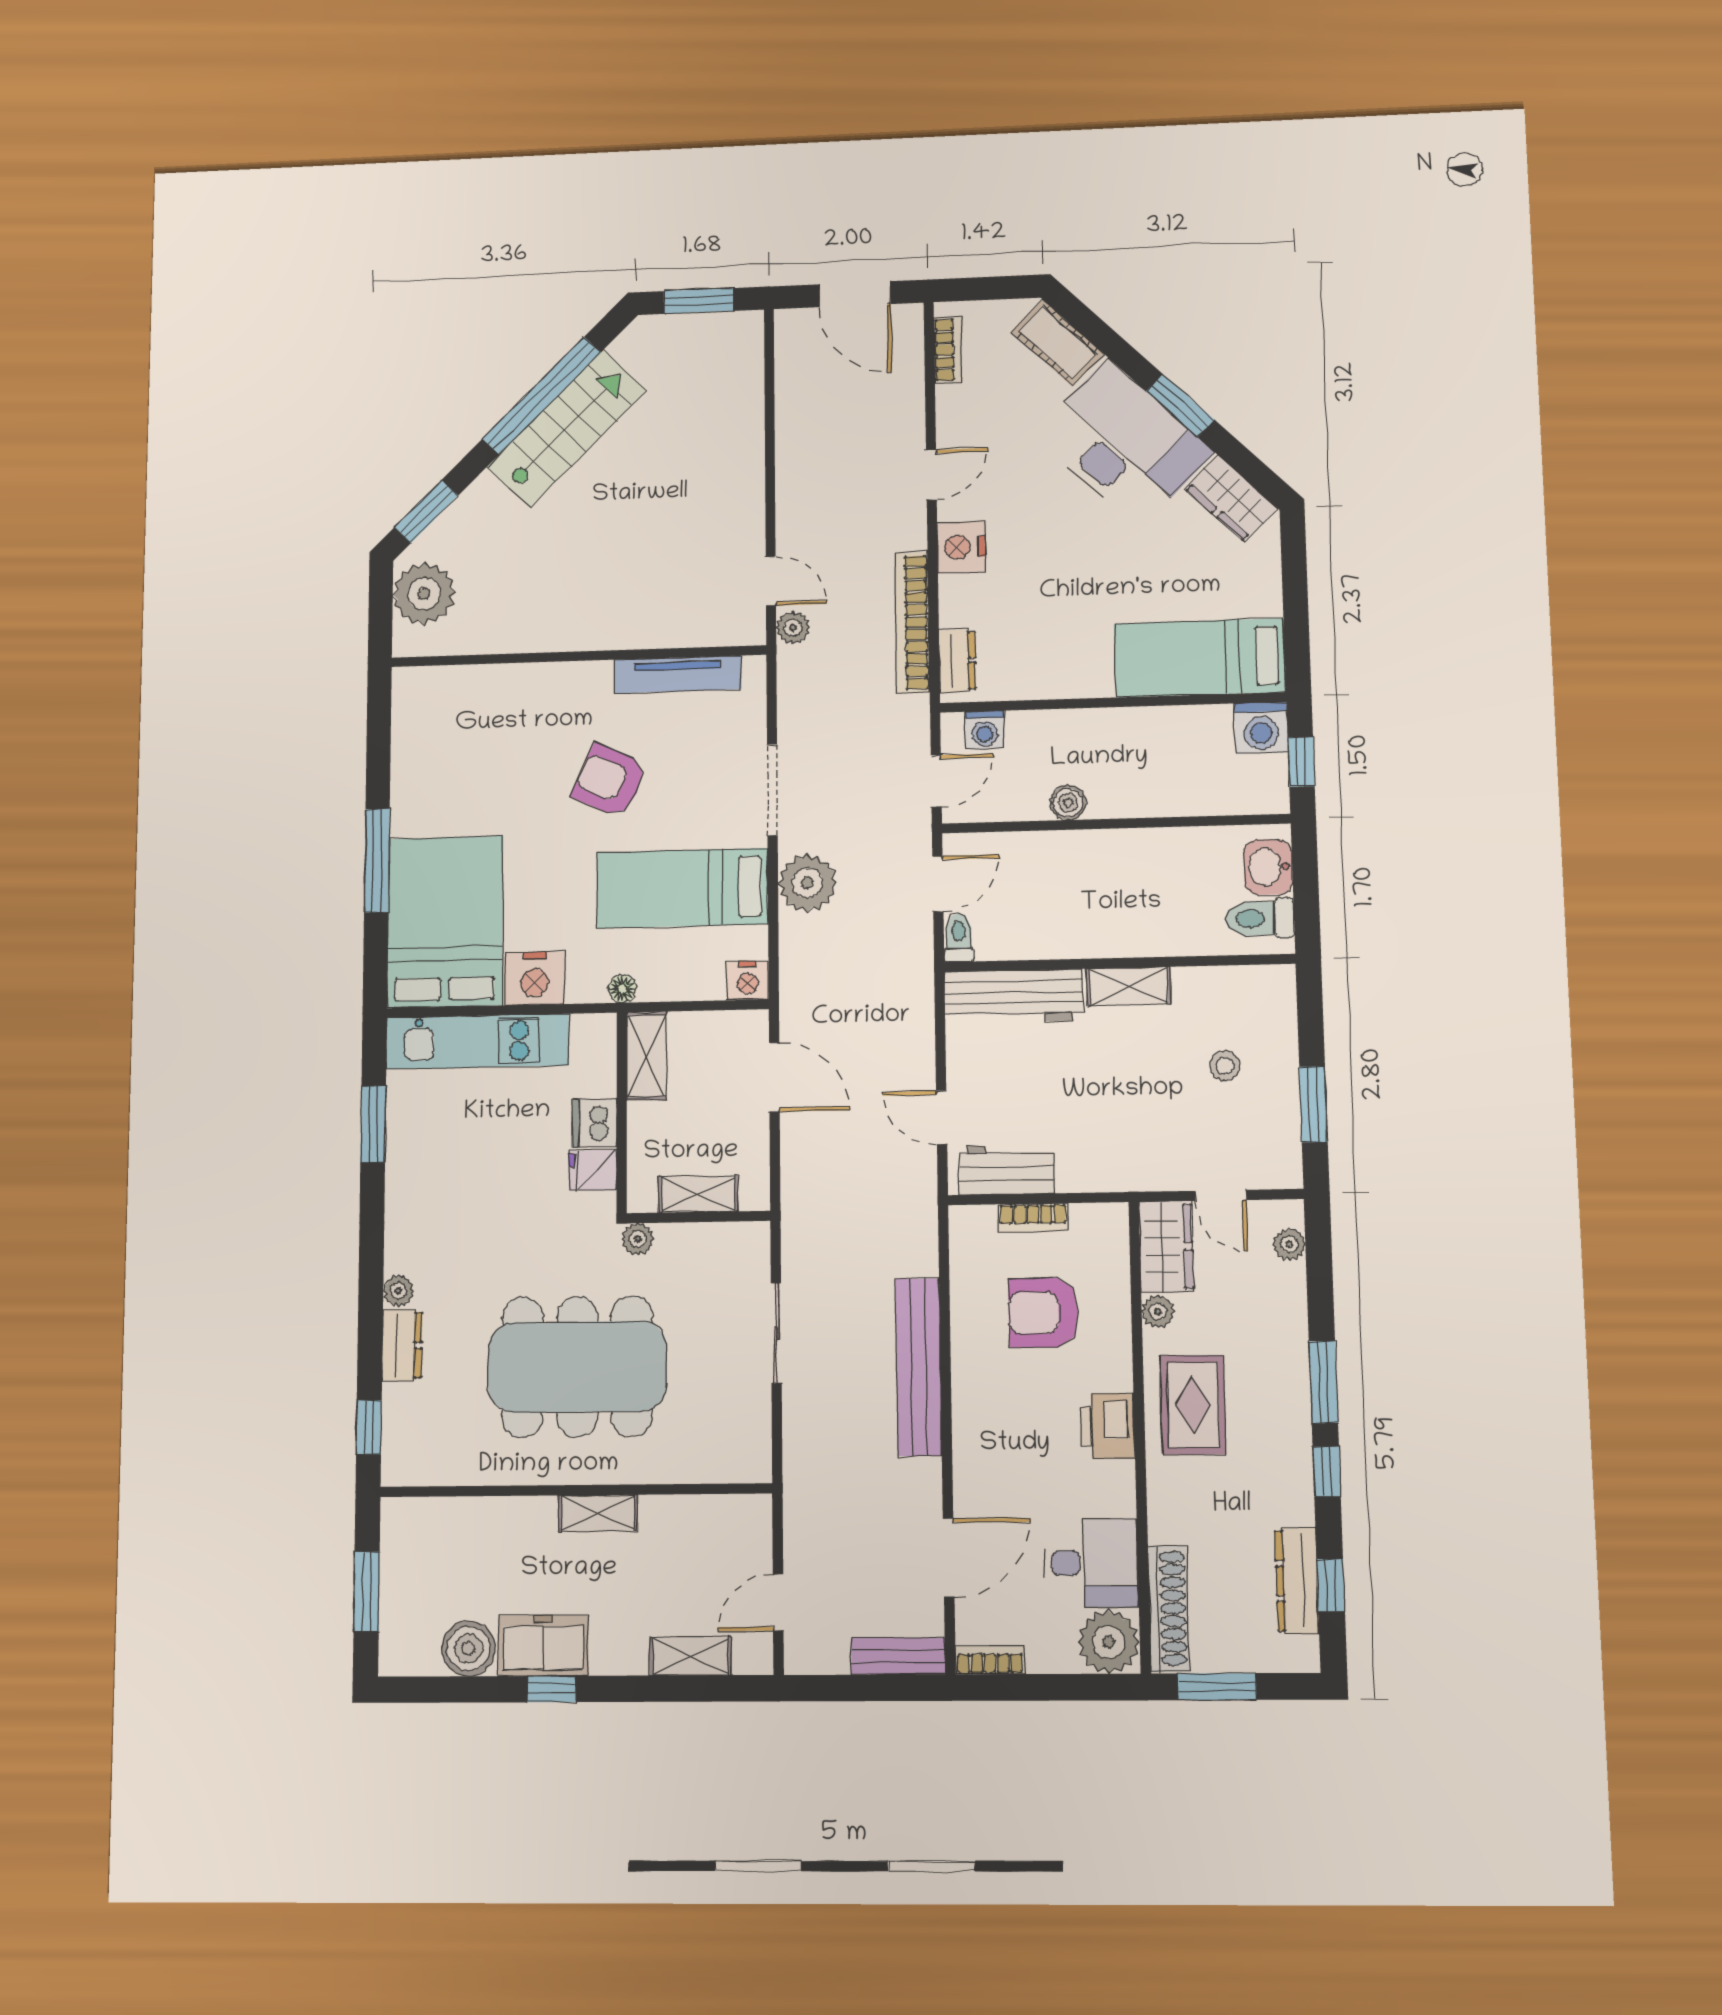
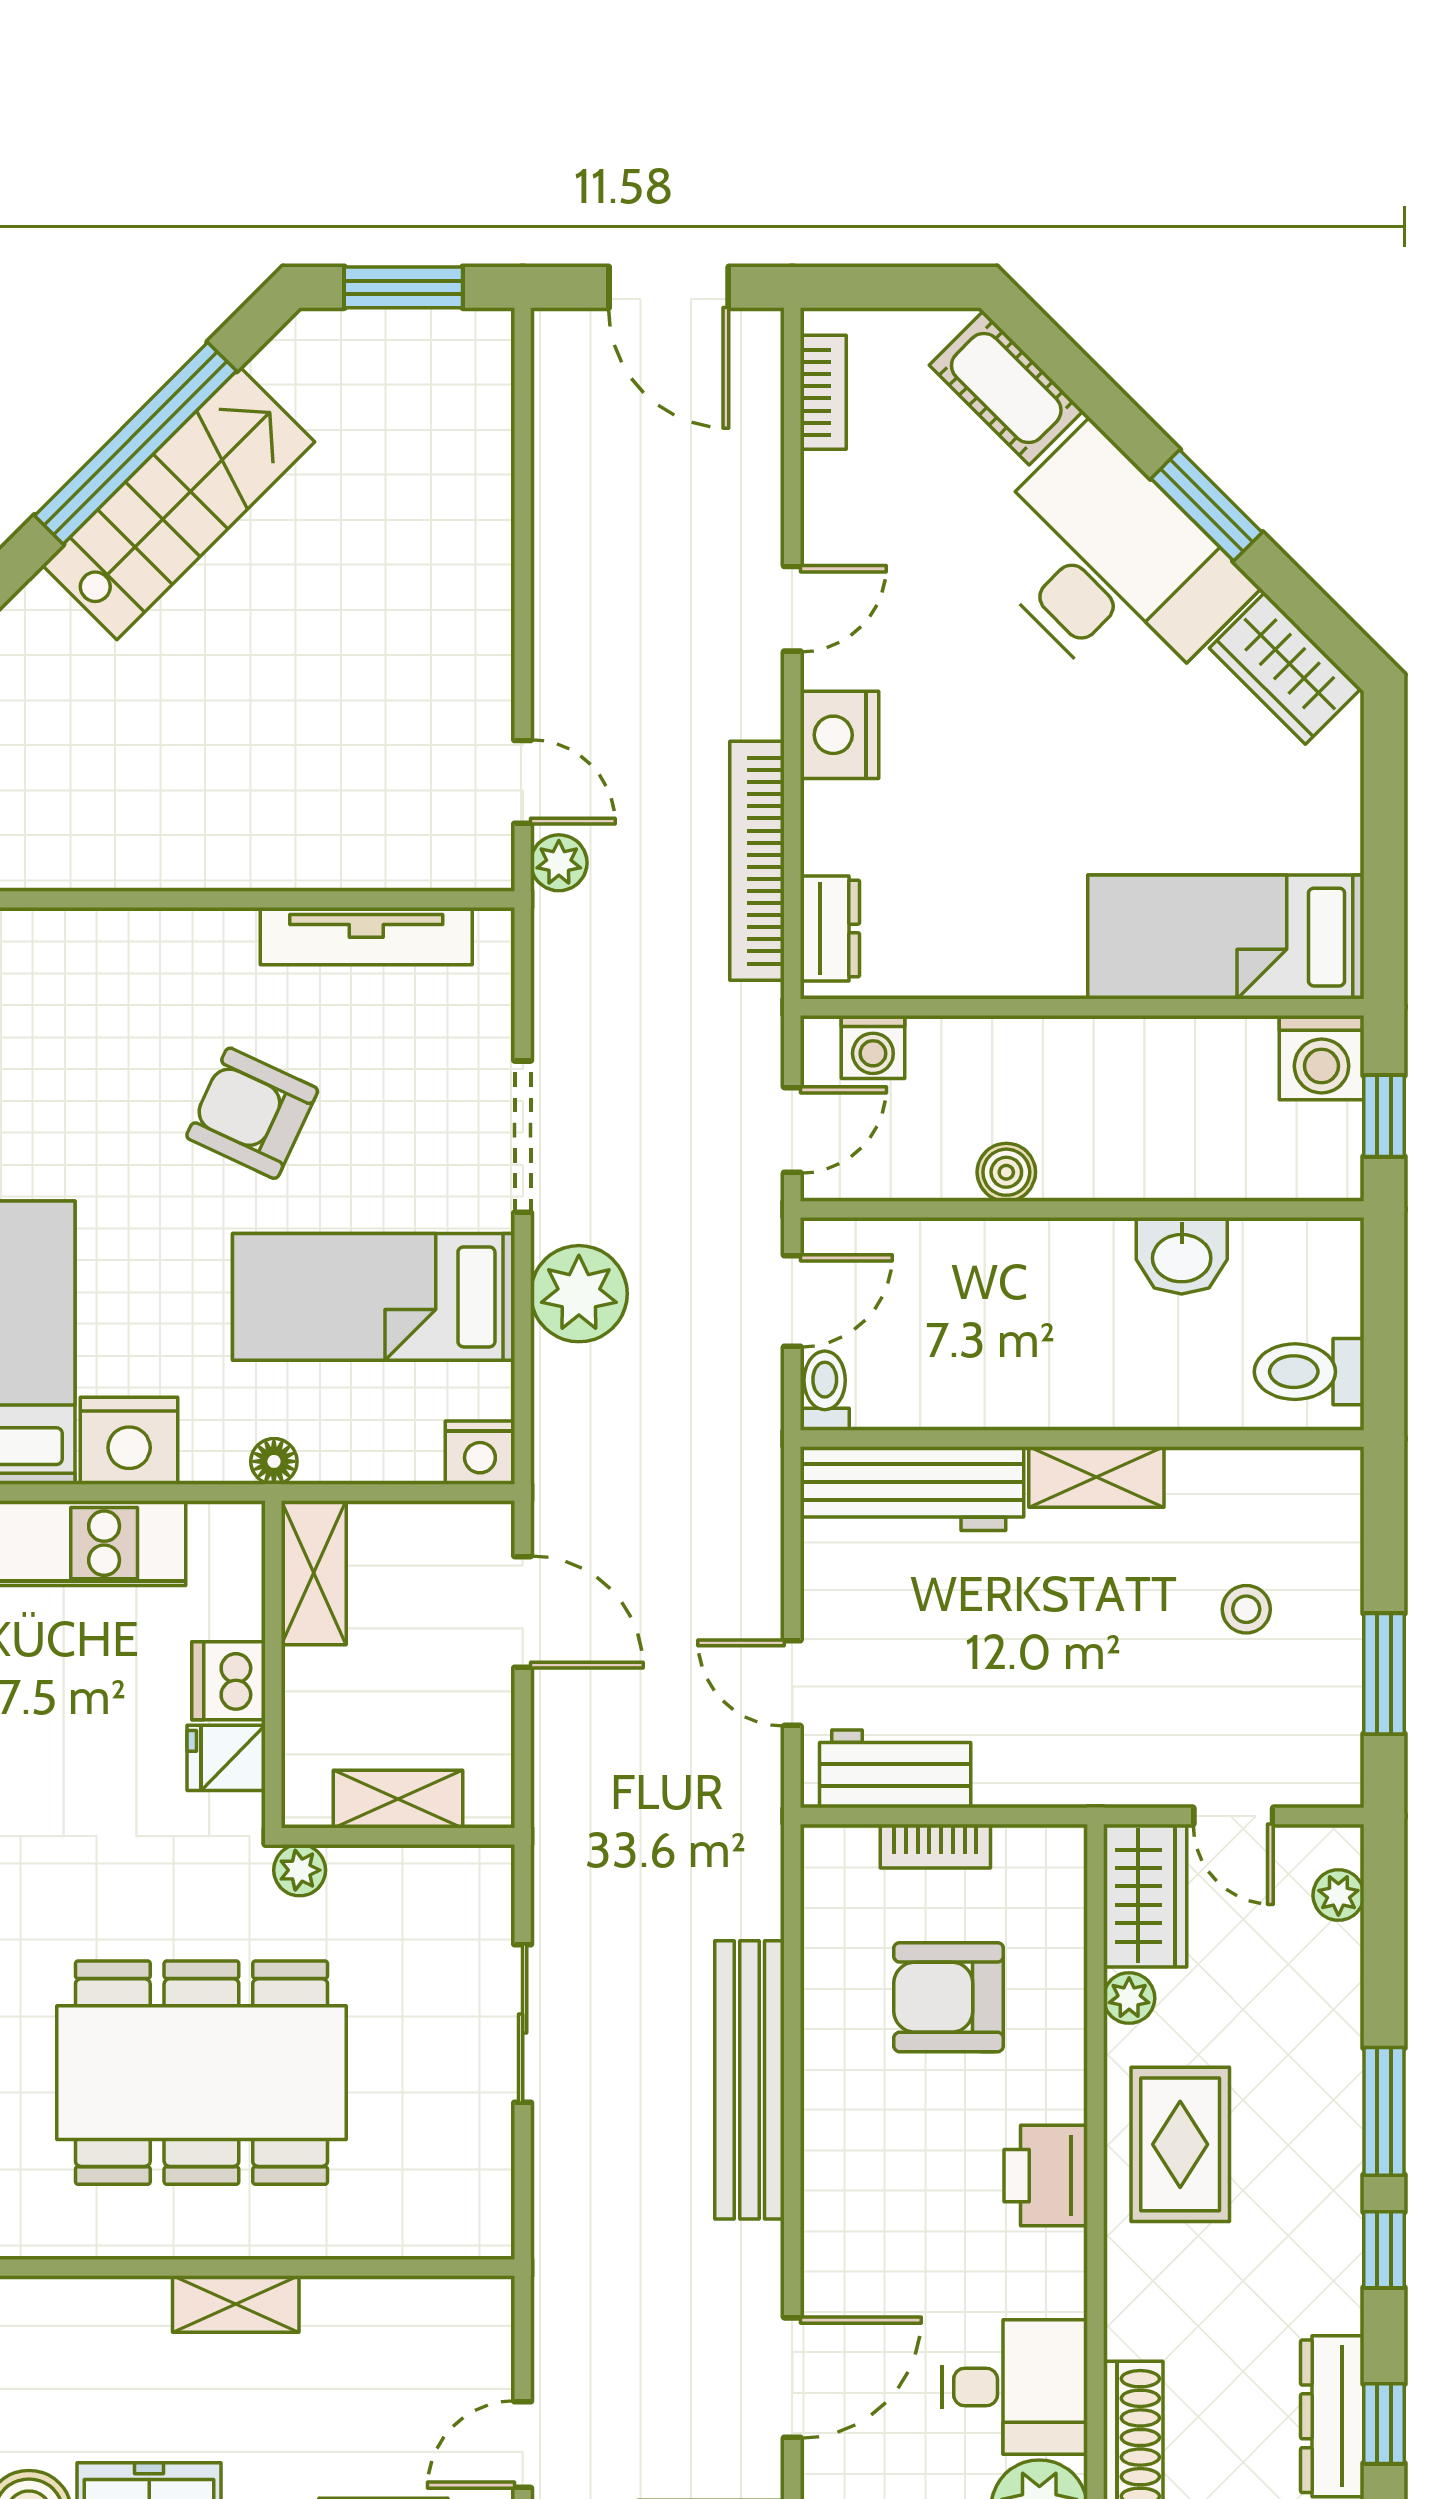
washbasin: (1268, 867) -> (1182, 1256), moved, turned -90

